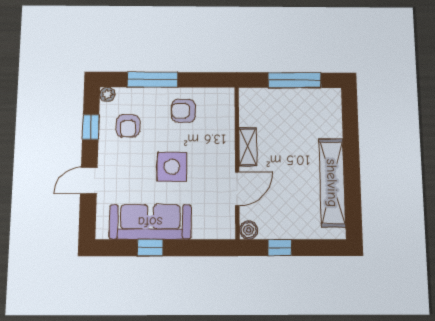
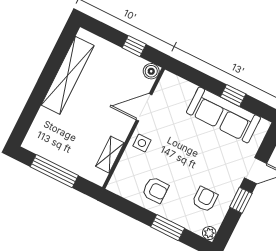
window: (153, 80) -> (168, 228), width x0.69
window: (91, 127) -> (241, 200), moved
shelving: (248, 147) -> (110, 155), moved
side table: (172, 167) -> (142, 143), moved, width x0.54, depth x0.54

